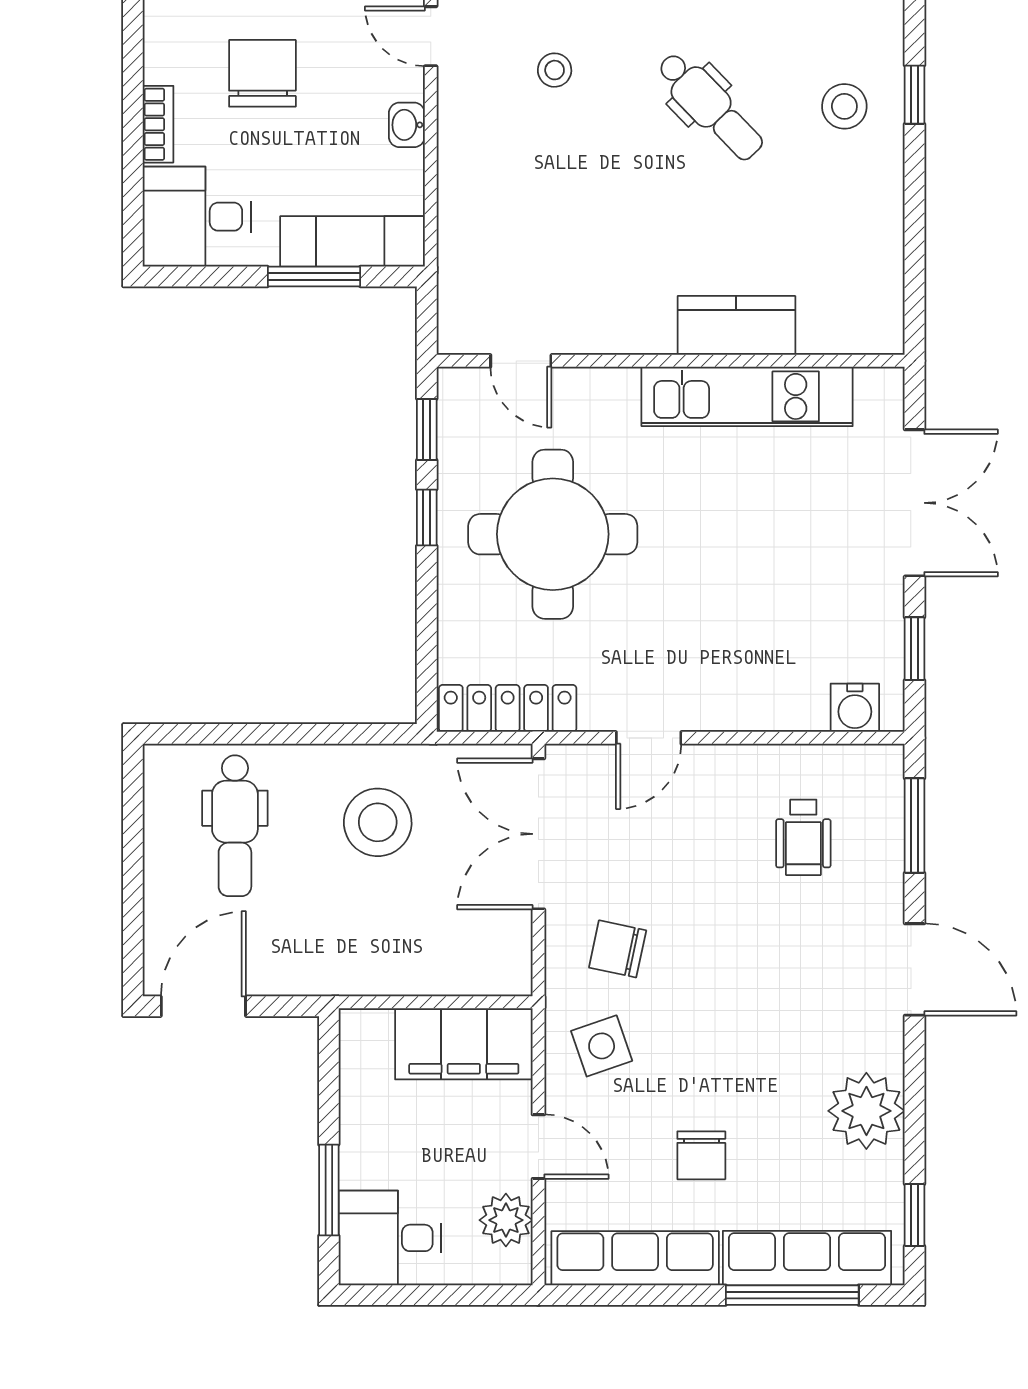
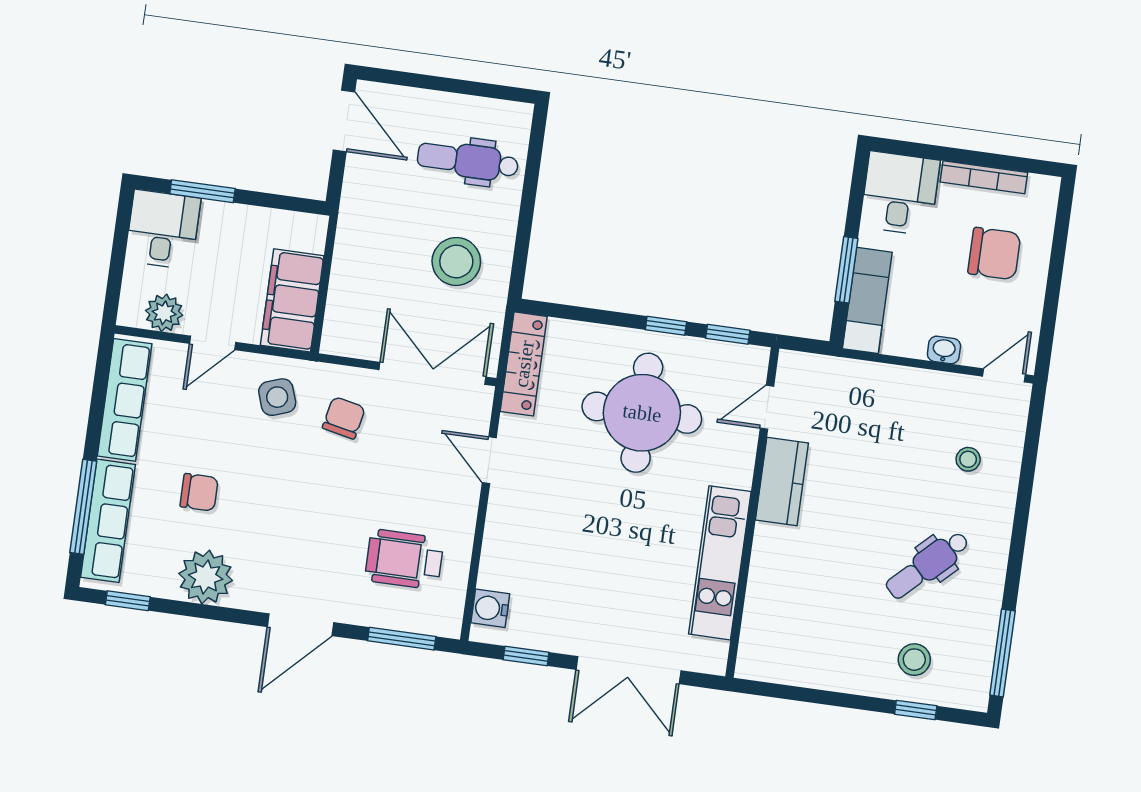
bookcase: (158, 124) -> (984, 177), width x1.56
kitchen counter: (736, 325) -> (782, 481), moved
wheelchair: (803, 837) -> (404, 559), width x1.36, depth x1.37
chair: (701, 1155) -> (199, 492), moved, turned 180

